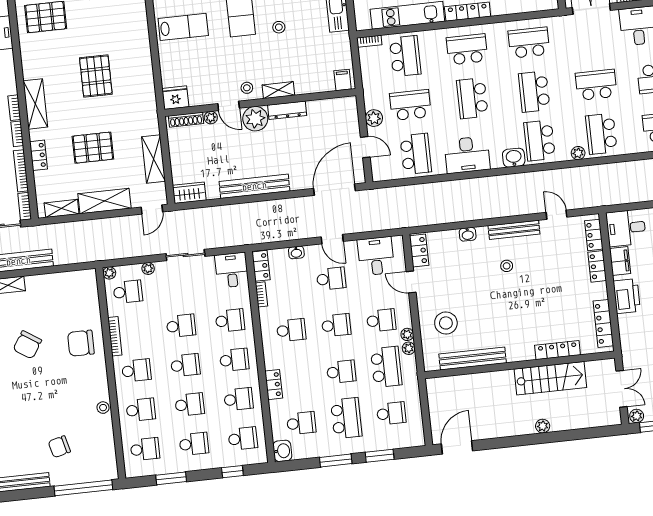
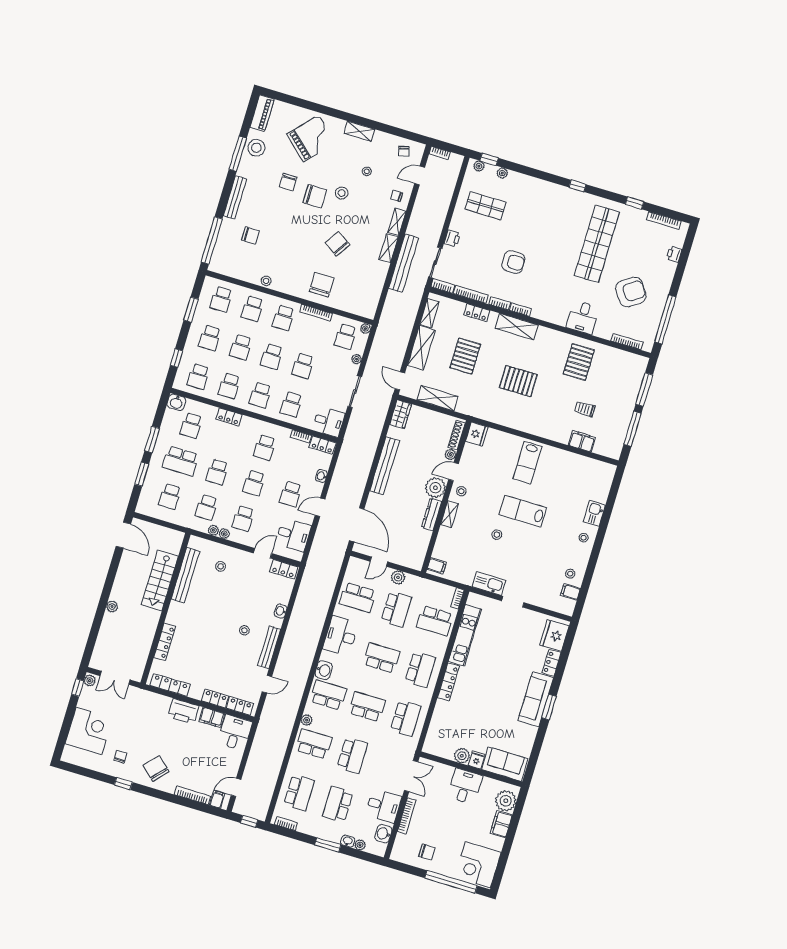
stool: (446, 323) -> (221, 566), width x0.53, depth x0.53
school desk: (386, 367) -> (207, 507), width x0.54
stairs: (550, 378) -> (160, 580), moved
chair: (59, 447) -> (250, 236), turned 104

